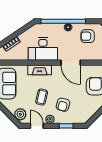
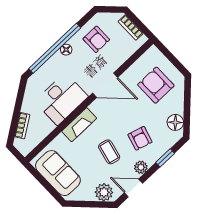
armchair: (88, 36) -> (96, 39), turned -90
floor lamp: (88, 113) -> (175, 122), added

